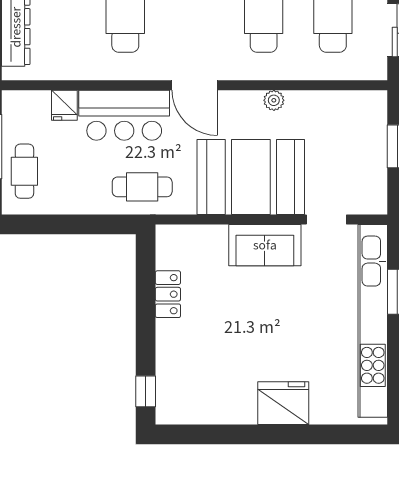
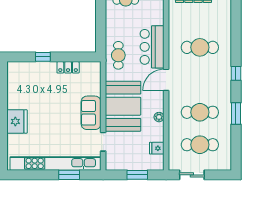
fridge: (64, 105) -> (157, 148), moved
window: (146, 391) -> (43, 57), moved

